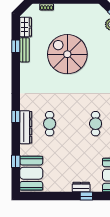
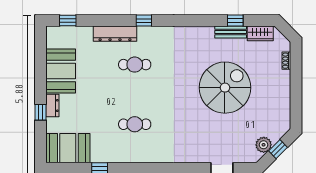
dresser: (26, 127) -> (115, 34), moved
window: (16, 161) -> (68, 21), moved
booth: (31, 173) -> (61, 71), moved, turned 90

